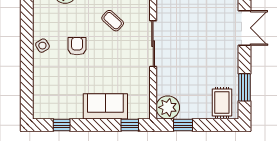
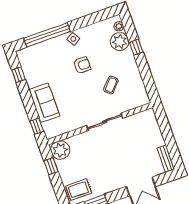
window: (27, 75) -> (47, 35), added

